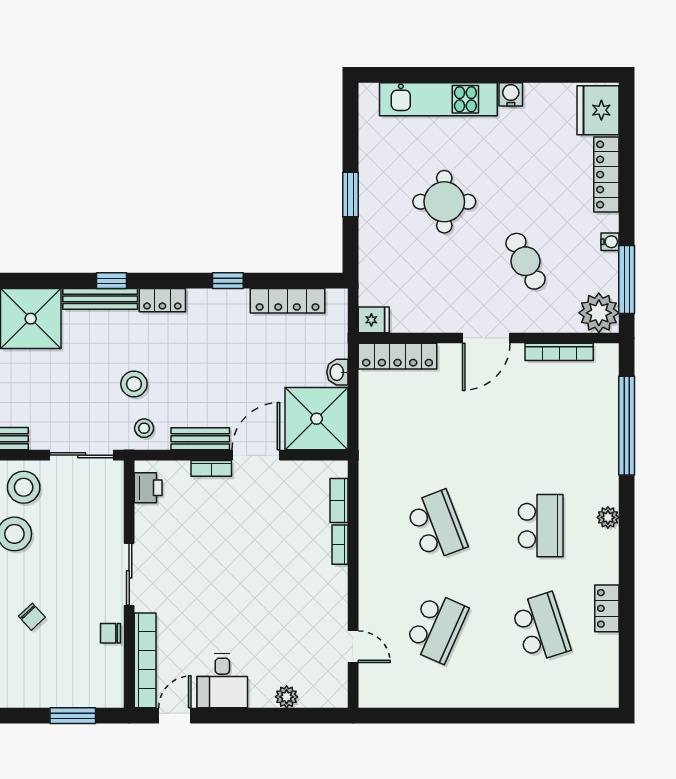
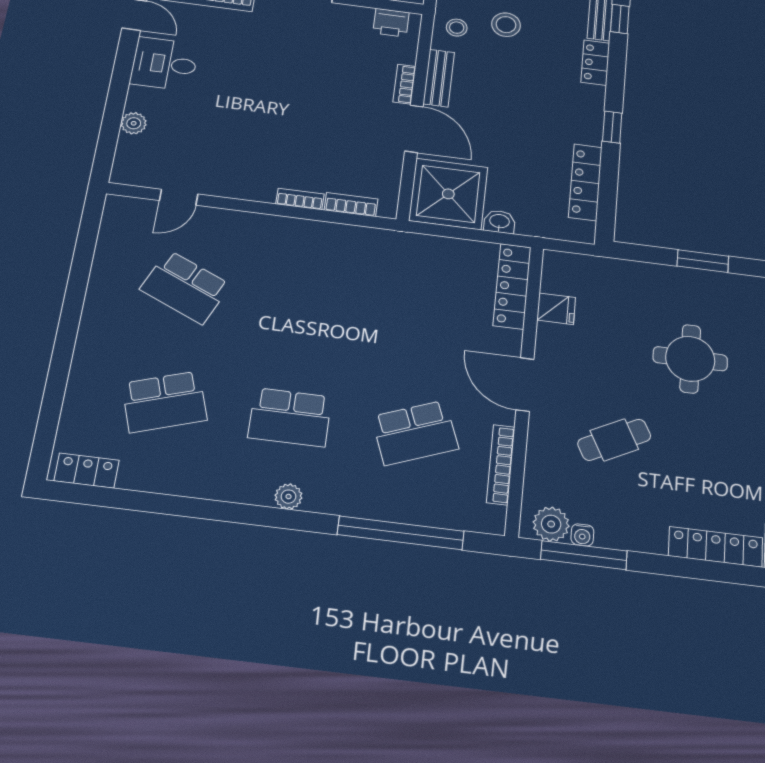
water cooler: (610, 242) -> (582, 535), moved
plant: (599, 313) -> (551, 524), width x0.73, depth x0.73
fridge: (374, 320) -> (556, 309), moved, turned -90
school desk: (436, 526) -> (415, 433), moved
locker: (607, 608) -> (87, 471), moved

